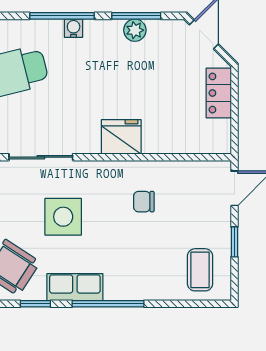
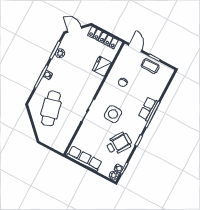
locker: (219, 93) -> (103, 38), width x1.53
fridge: (121, 137) -> (102, 66), moved
coffee table: (200, 270) -> (150, 66), moved
row of seats: (75, 287) -> (148, 109), moved

